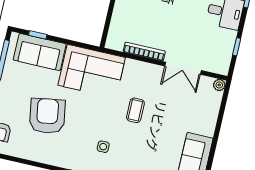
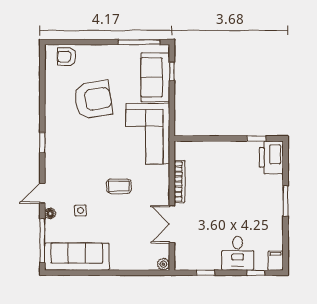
side table: (103, 147) -> (80, 210), moved

